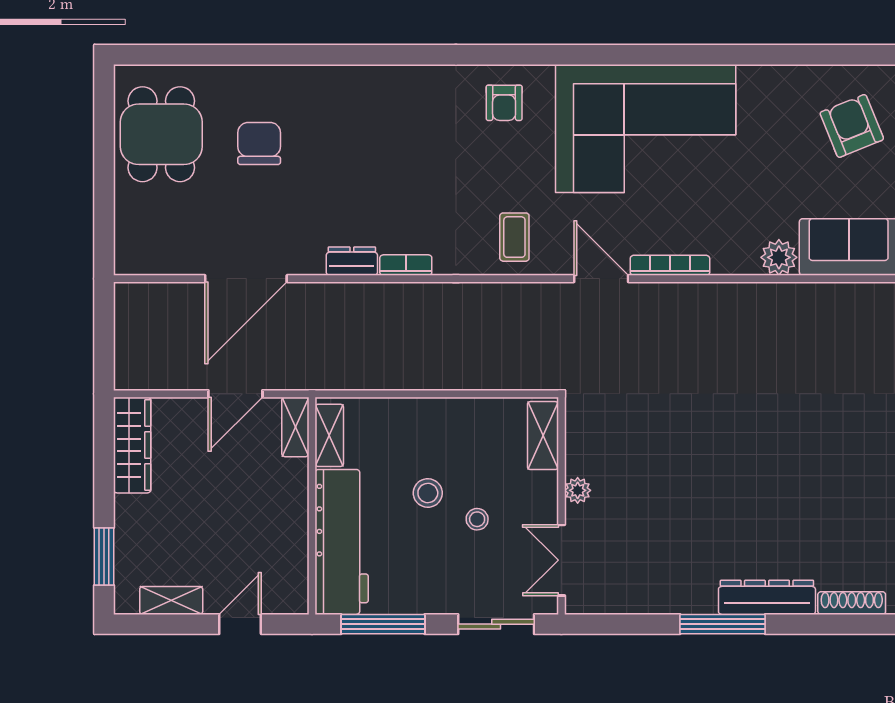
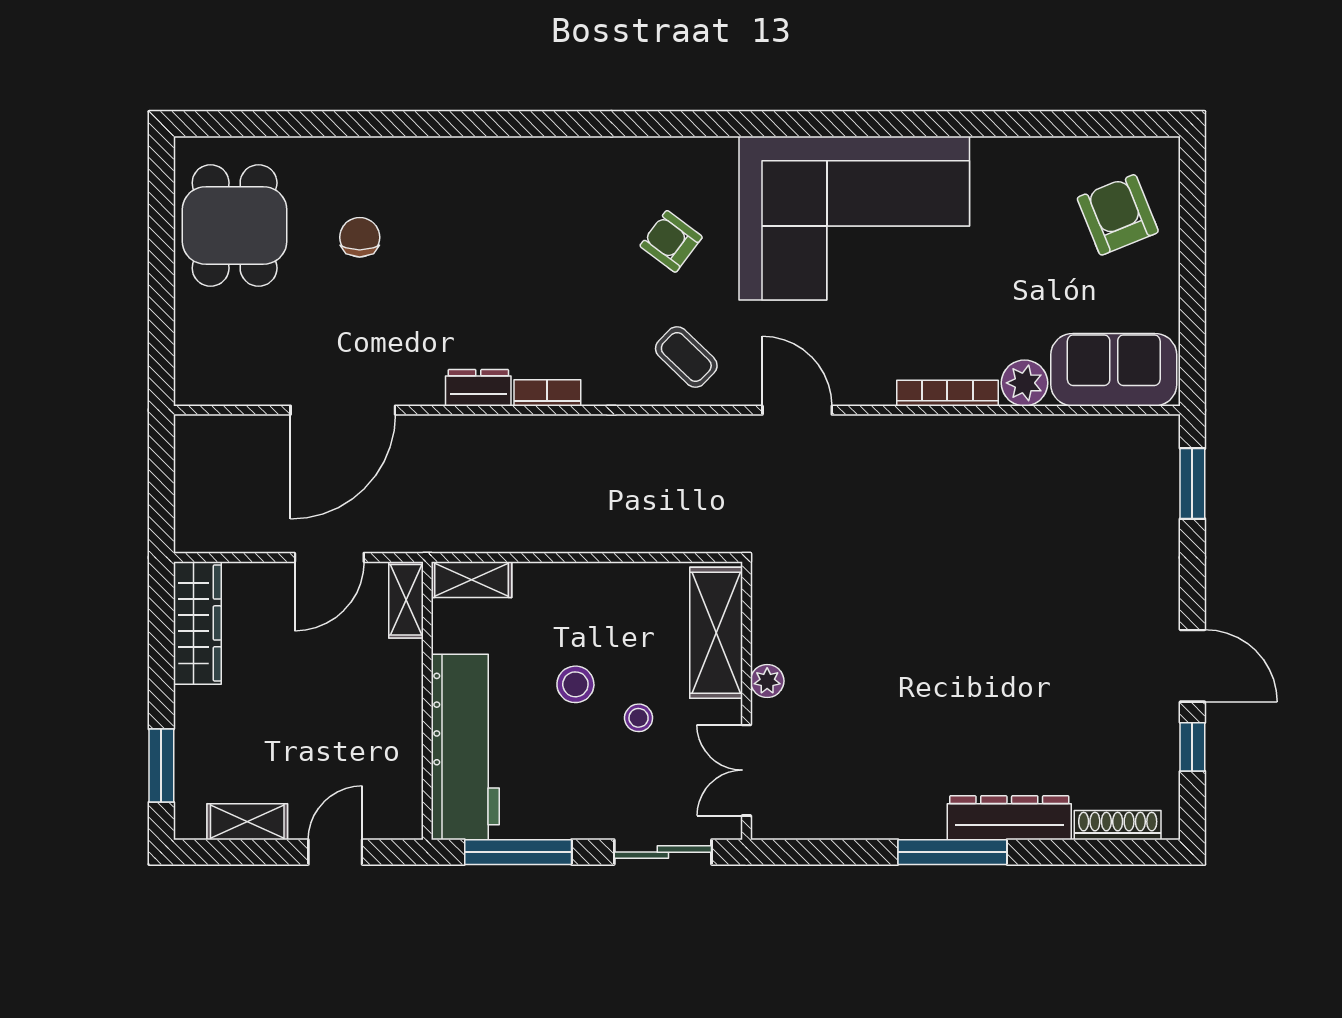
armchair: (504, 103) -> (671, 241), moved, turned 127
chair: (259, 143) -> (360, 237), width x0.73, depth x0.73
coffee table: (514, 237) -> (686, 357), turned -46
bookcase: (670, 265) -> (947, 393), moved
shelving: (329, 435) -> (471, 580), moved, turned 90
shelving: (543, 436) -> (716, 633), width x1.50, depth x1.33

